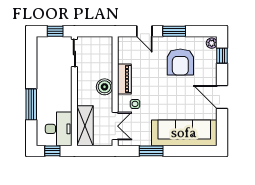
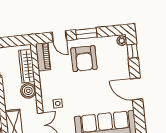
wardrobe: (106, 60) -> (27, 66), added
armchair: (180, 62) -> (84, 59), moved
piano: (124, 79) -> (43, 57), moved

